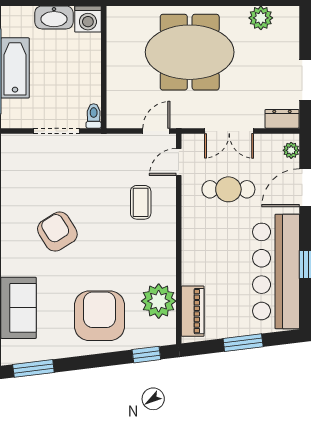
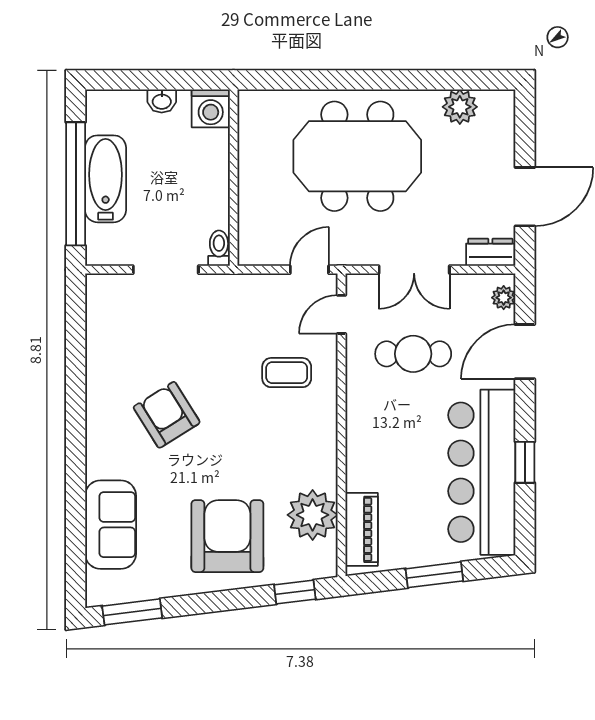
washbasin: (54, 17) -> (162, 101), width x0.52, depth x0.69
coffee table: (141, 202) -> (287, 373), turned 90

